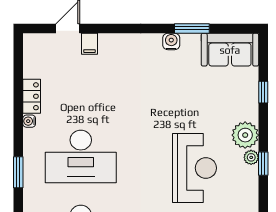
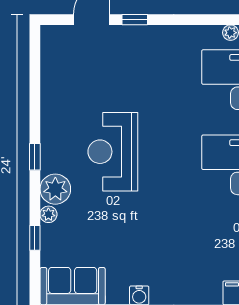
plant: (251, 157) -> (48, 214), moved

